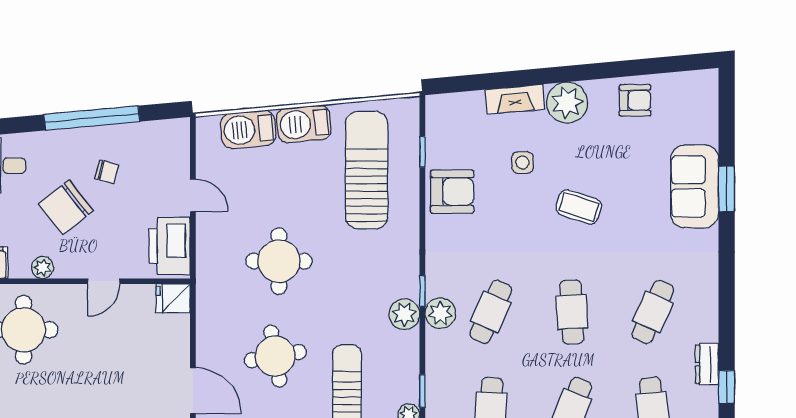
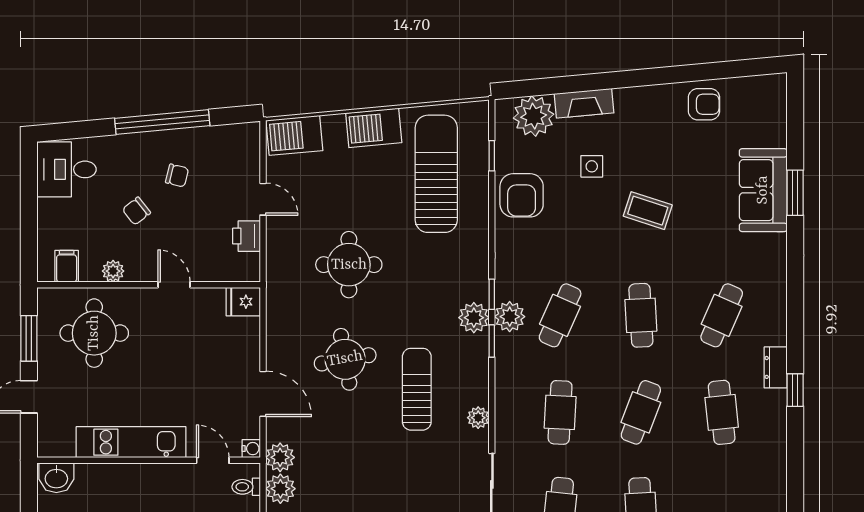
plant: (567, 103) -> (534, 116), moved
barbecue: (248, 129) -> (294, 135), moved
armchair: (452, 192) -> (522, 195), turned 90
chair: (66, 207) -> (136, 211), width x0.54, depth x0.54
printer: (170, 246) -> (246, 236), width x0.53, depth x0.68
door: (104, 281) -> (174, 285), swing flipped
window: (422, 391) -> (492, 341), moved

